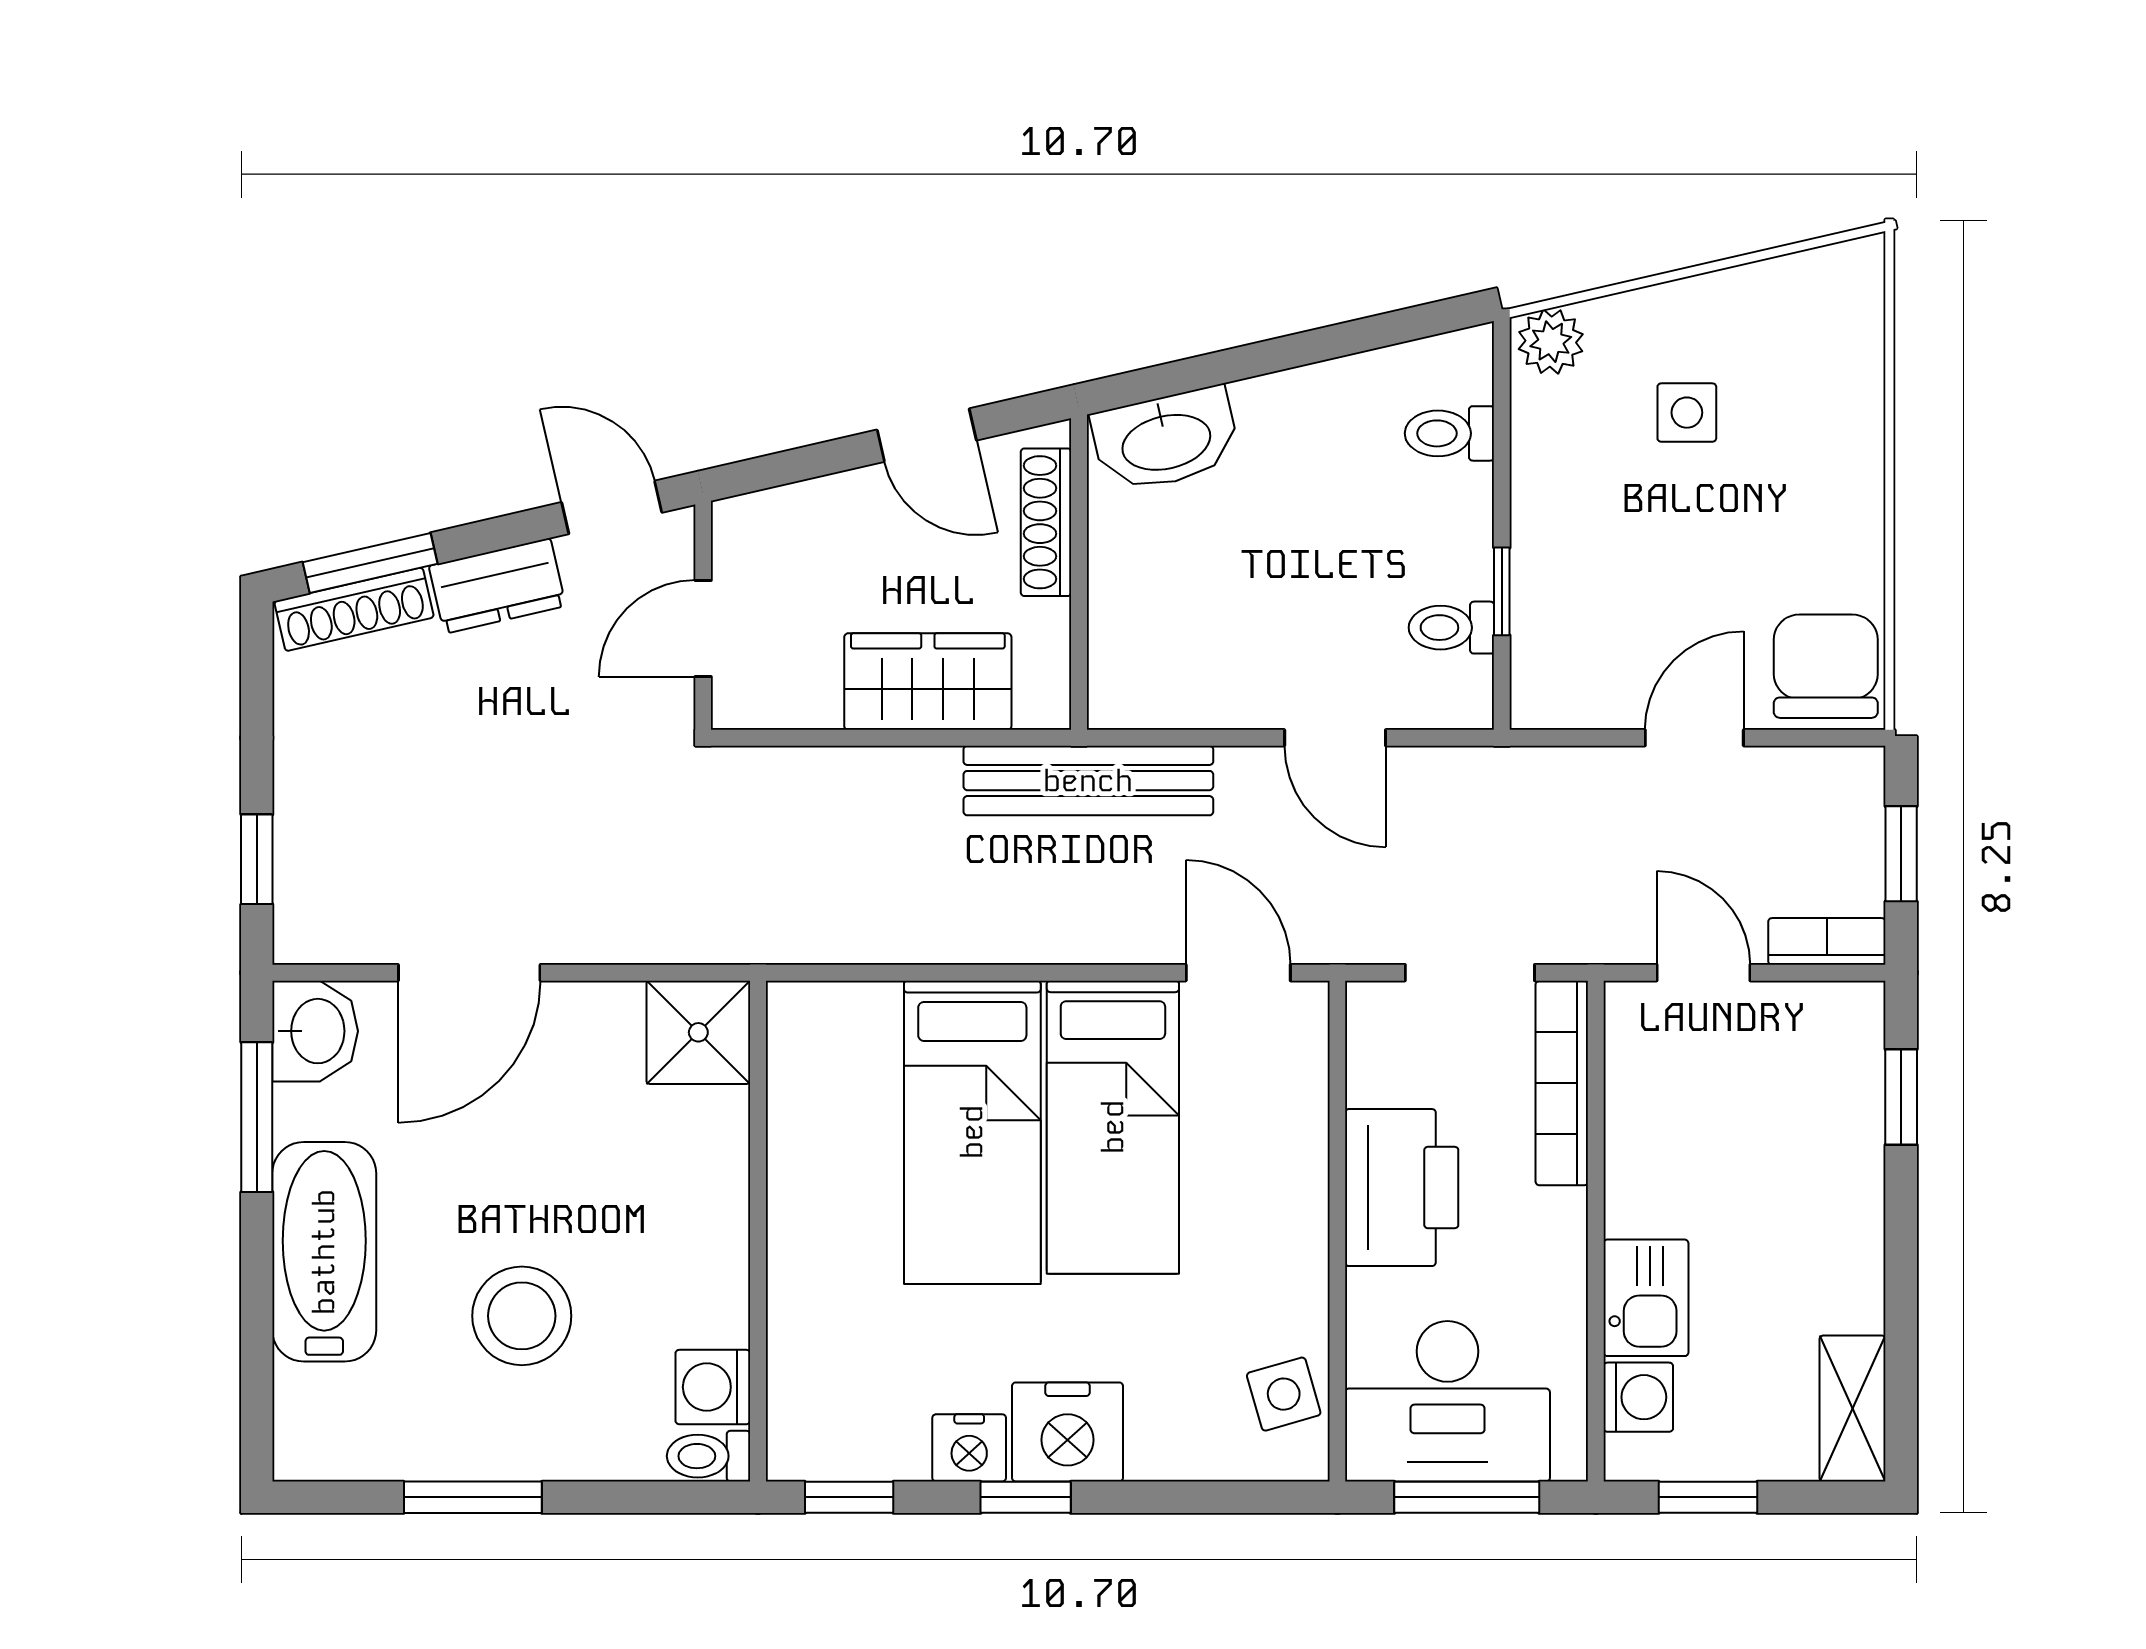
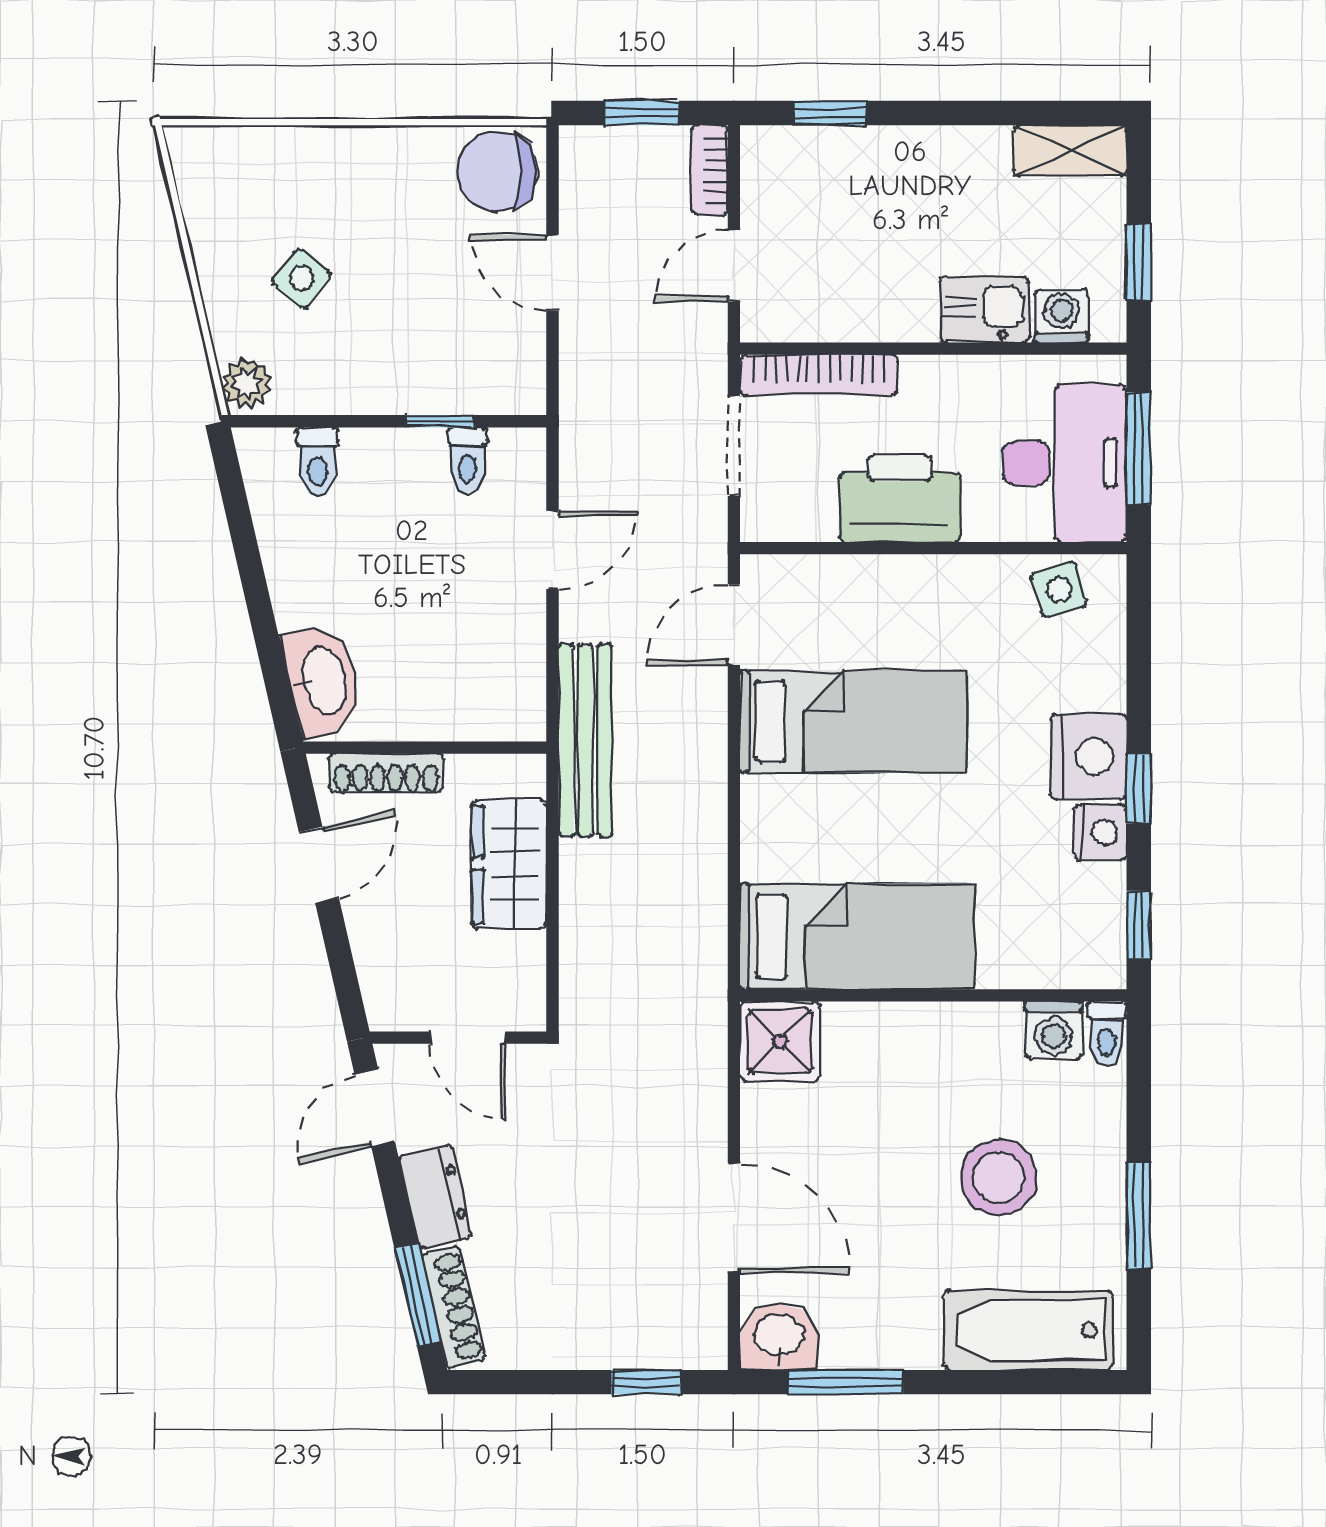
side table: (1687, 413) -> (301, 278), turned 37
bed: (972, 1132) -> (857, 936), moved
bathtub: (324, 1252) -> (1028, 1330), moved

